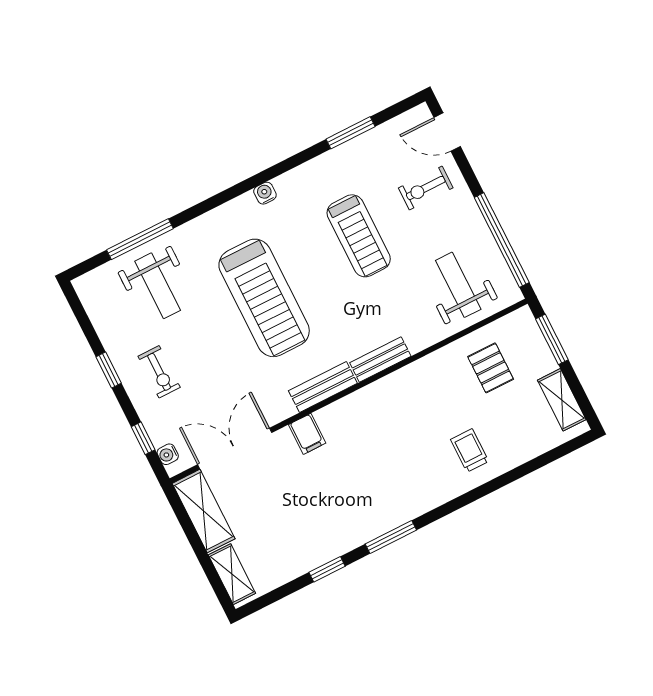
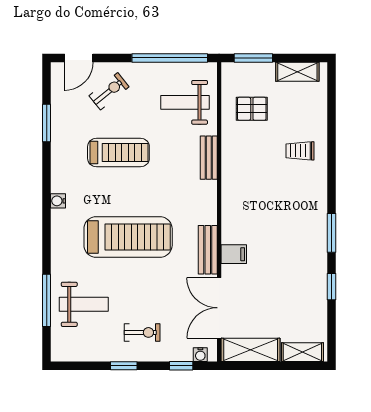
exercise bike: (426, 188) -> (109, 91), turned -129
bench: (380, 360) -> (209, 158), moved
bench: (323, 387) -> (208, 250), moved

